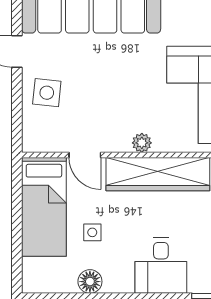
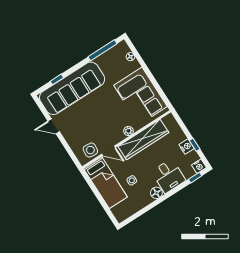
side table: (47, 93) -> (90, 150), moved
floor lamp: (90, 282) -> (156, 193), moved

